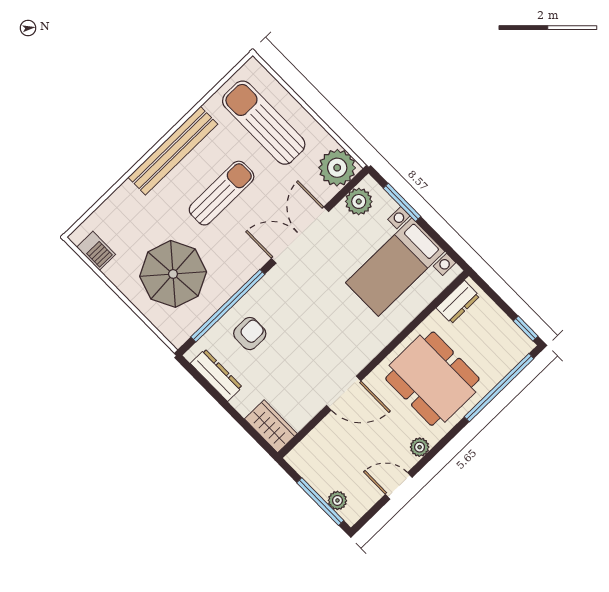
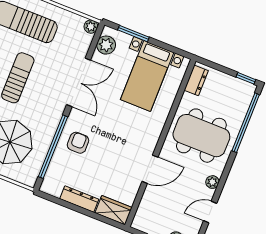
plant: (337, 168) -> (91, 27), width x0.53, depth x0.53
double door: (300, 235) -> (79, 82), swing flipped
armchair: (250, 334) -> (78, 143), moved
dresser: (216, 375) -> (79, 199), moved

